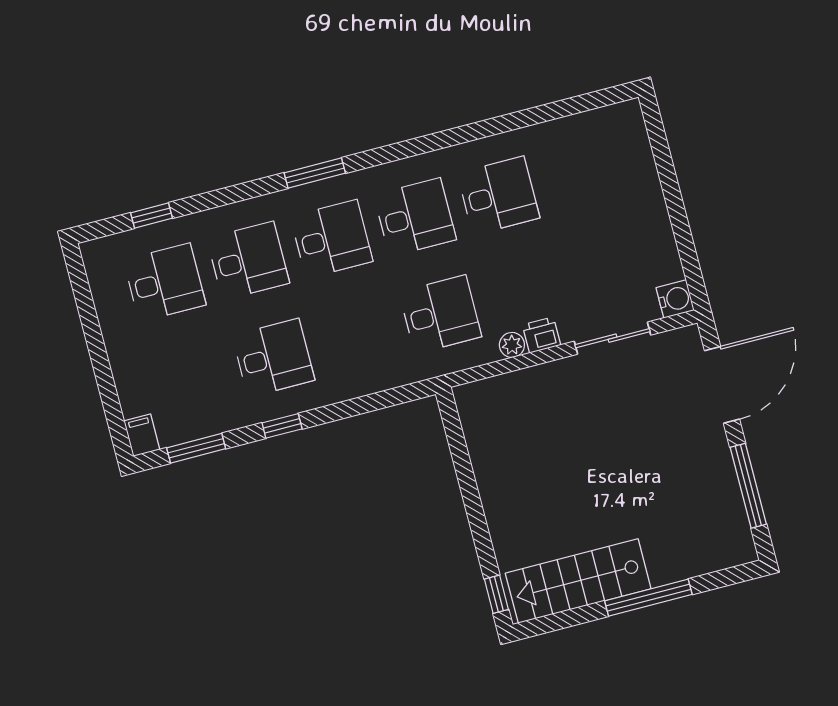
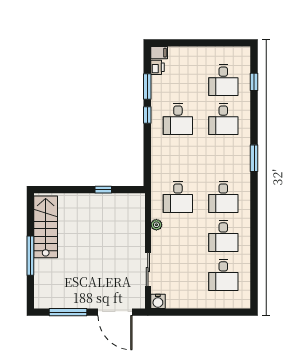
desk: (332, 239) -> (223, 275), moved
printer: (542, 335) -> (157, 67), moved
window: (196, 448) -> (147, 87), moved
window: (496, 594) -> (103, 190), moved

